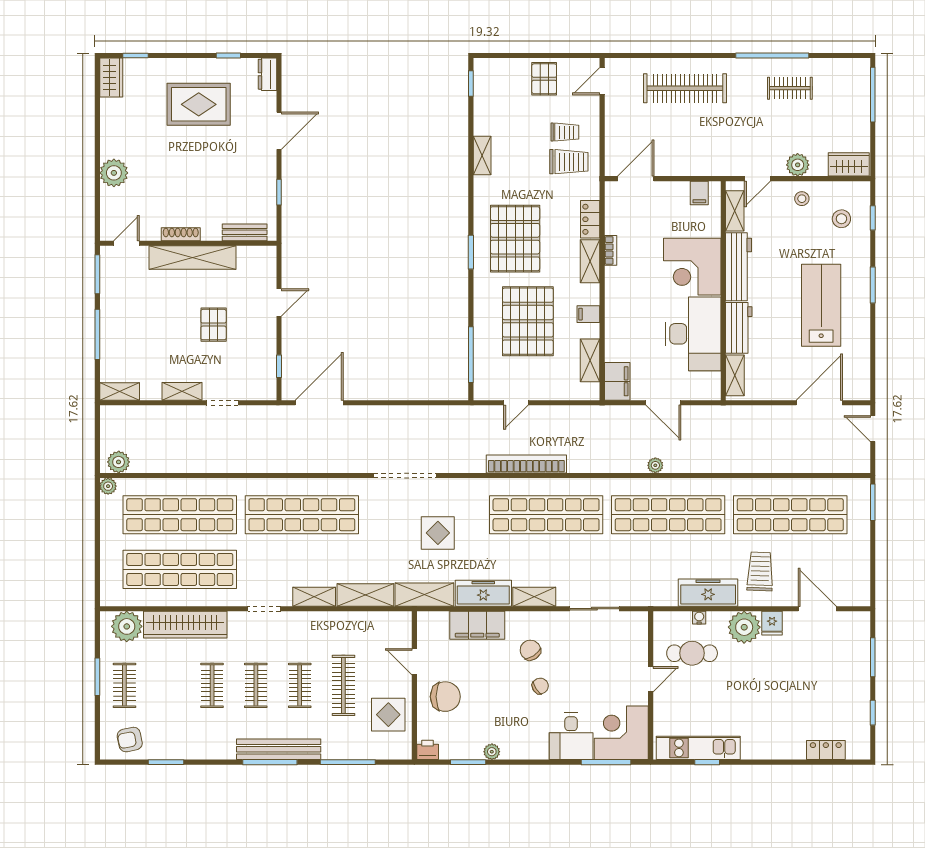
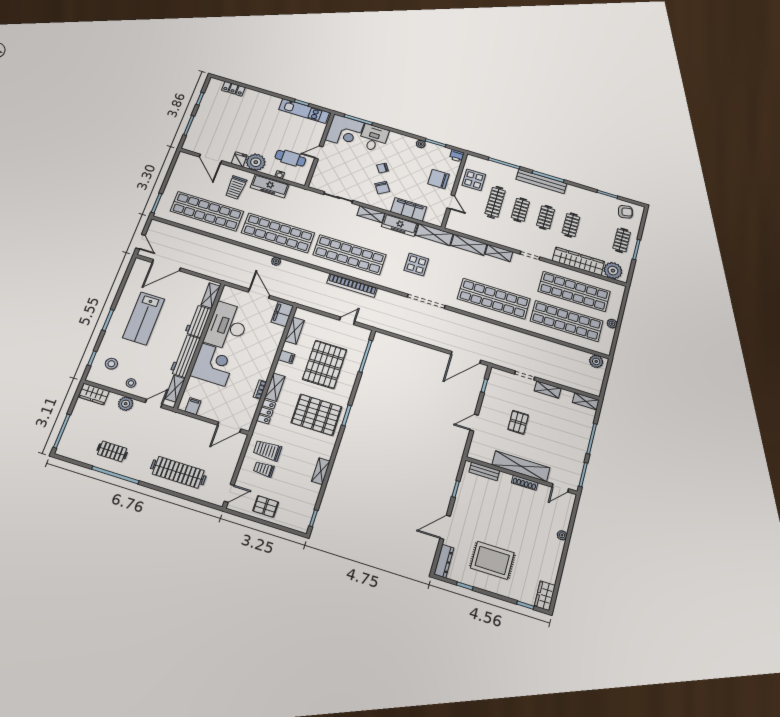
dresser: (267, 74) -> (444, 561), width x1.44
pallet: (544, 79) -> (266, 506), turned 90
plant: (114, 173) -> (562, 535), width x0.53, depth x0.53
pallet: (515, 239) -> (317, 415), turned 90
plant: (108, 486) -> (612, 324), moved

